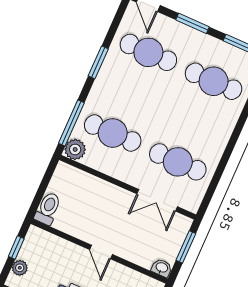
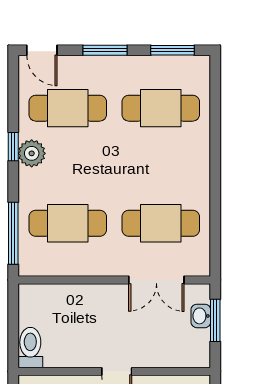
window: (98, 62) -> (13, 147), width x0.67
plant: (75, 149) -> (32, 153), moved
washbasin: (162, 268) -> (201, 316), moved, turned -90

